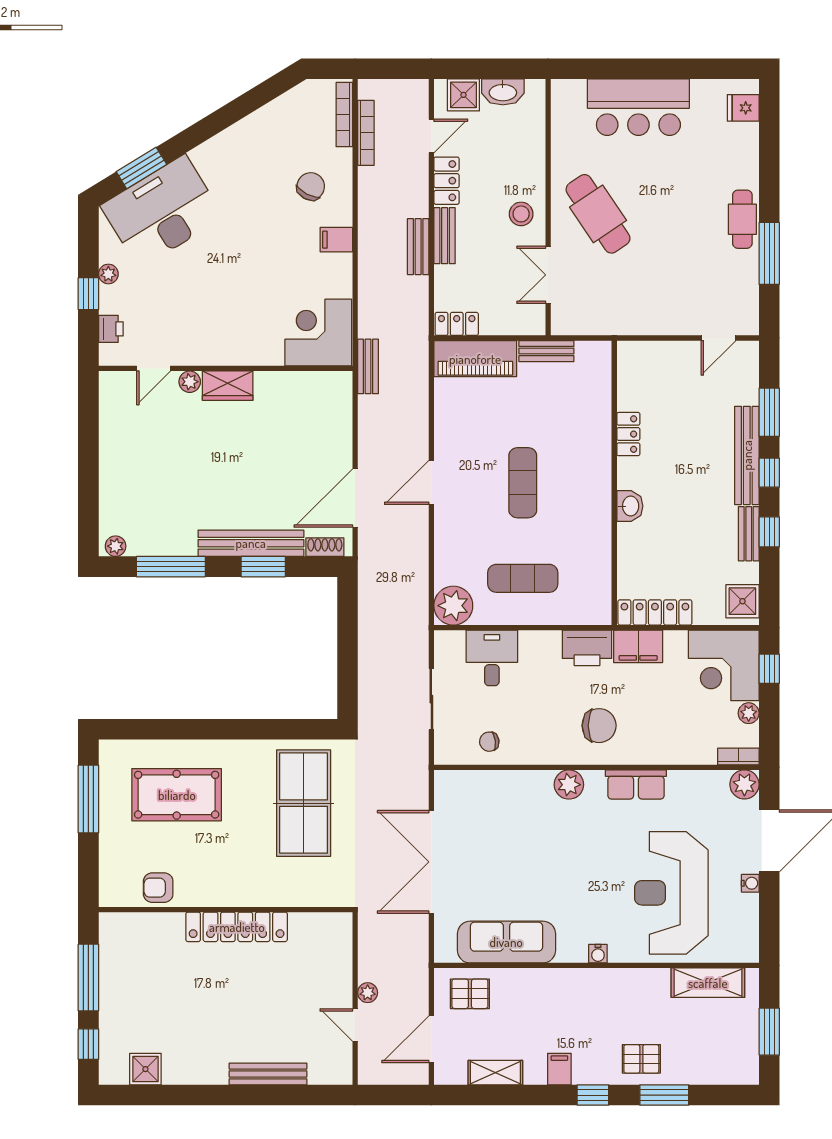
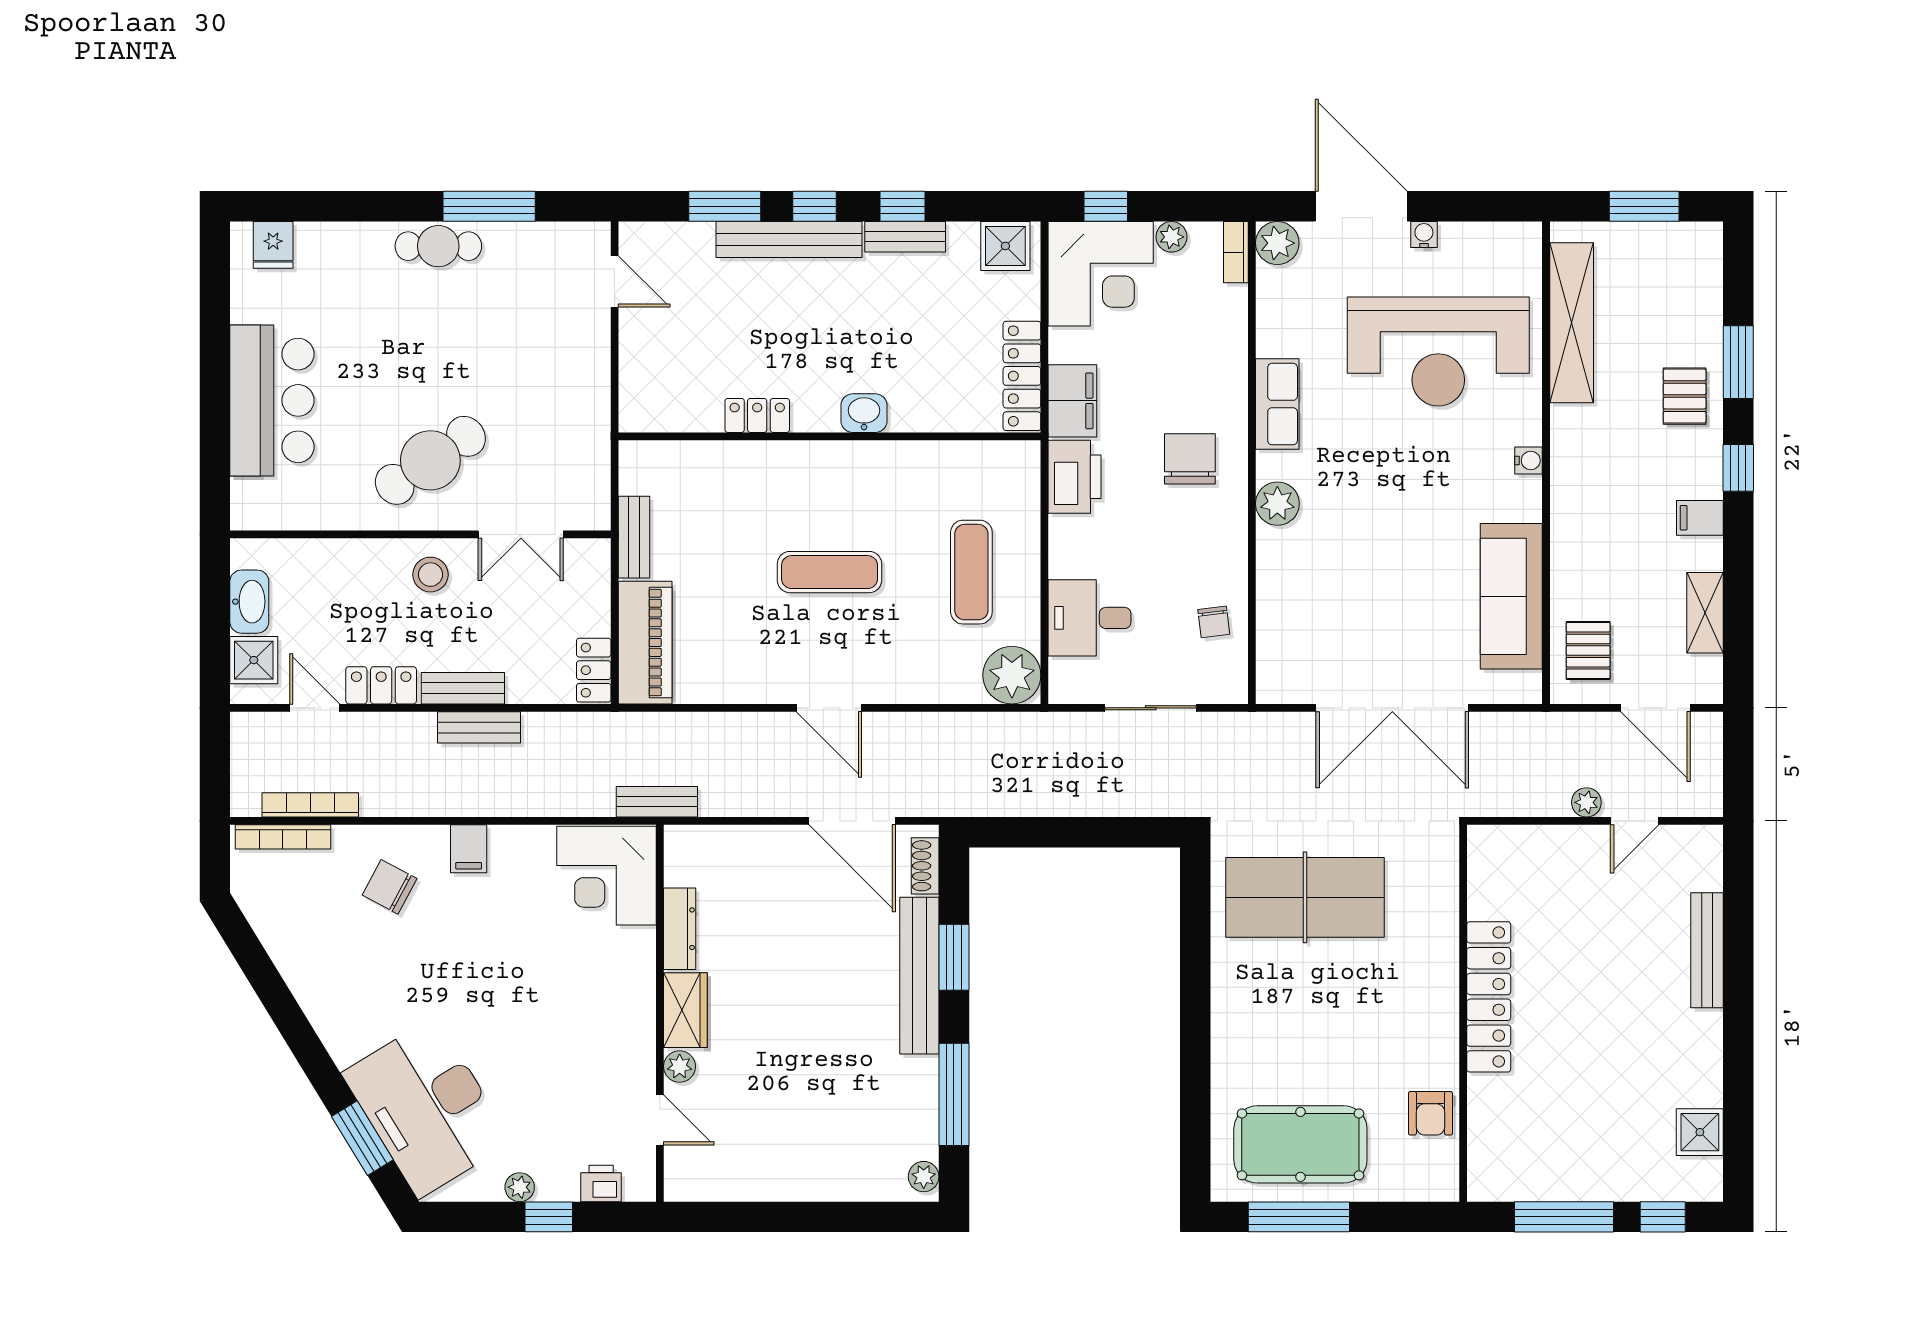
dresser: (282, 382) -> (680, 929), added
pool table: (177, 795) -> (1300, 1144), moved, turned 90
shelving: (708, 983) -> (1572, 323), width x1.47

